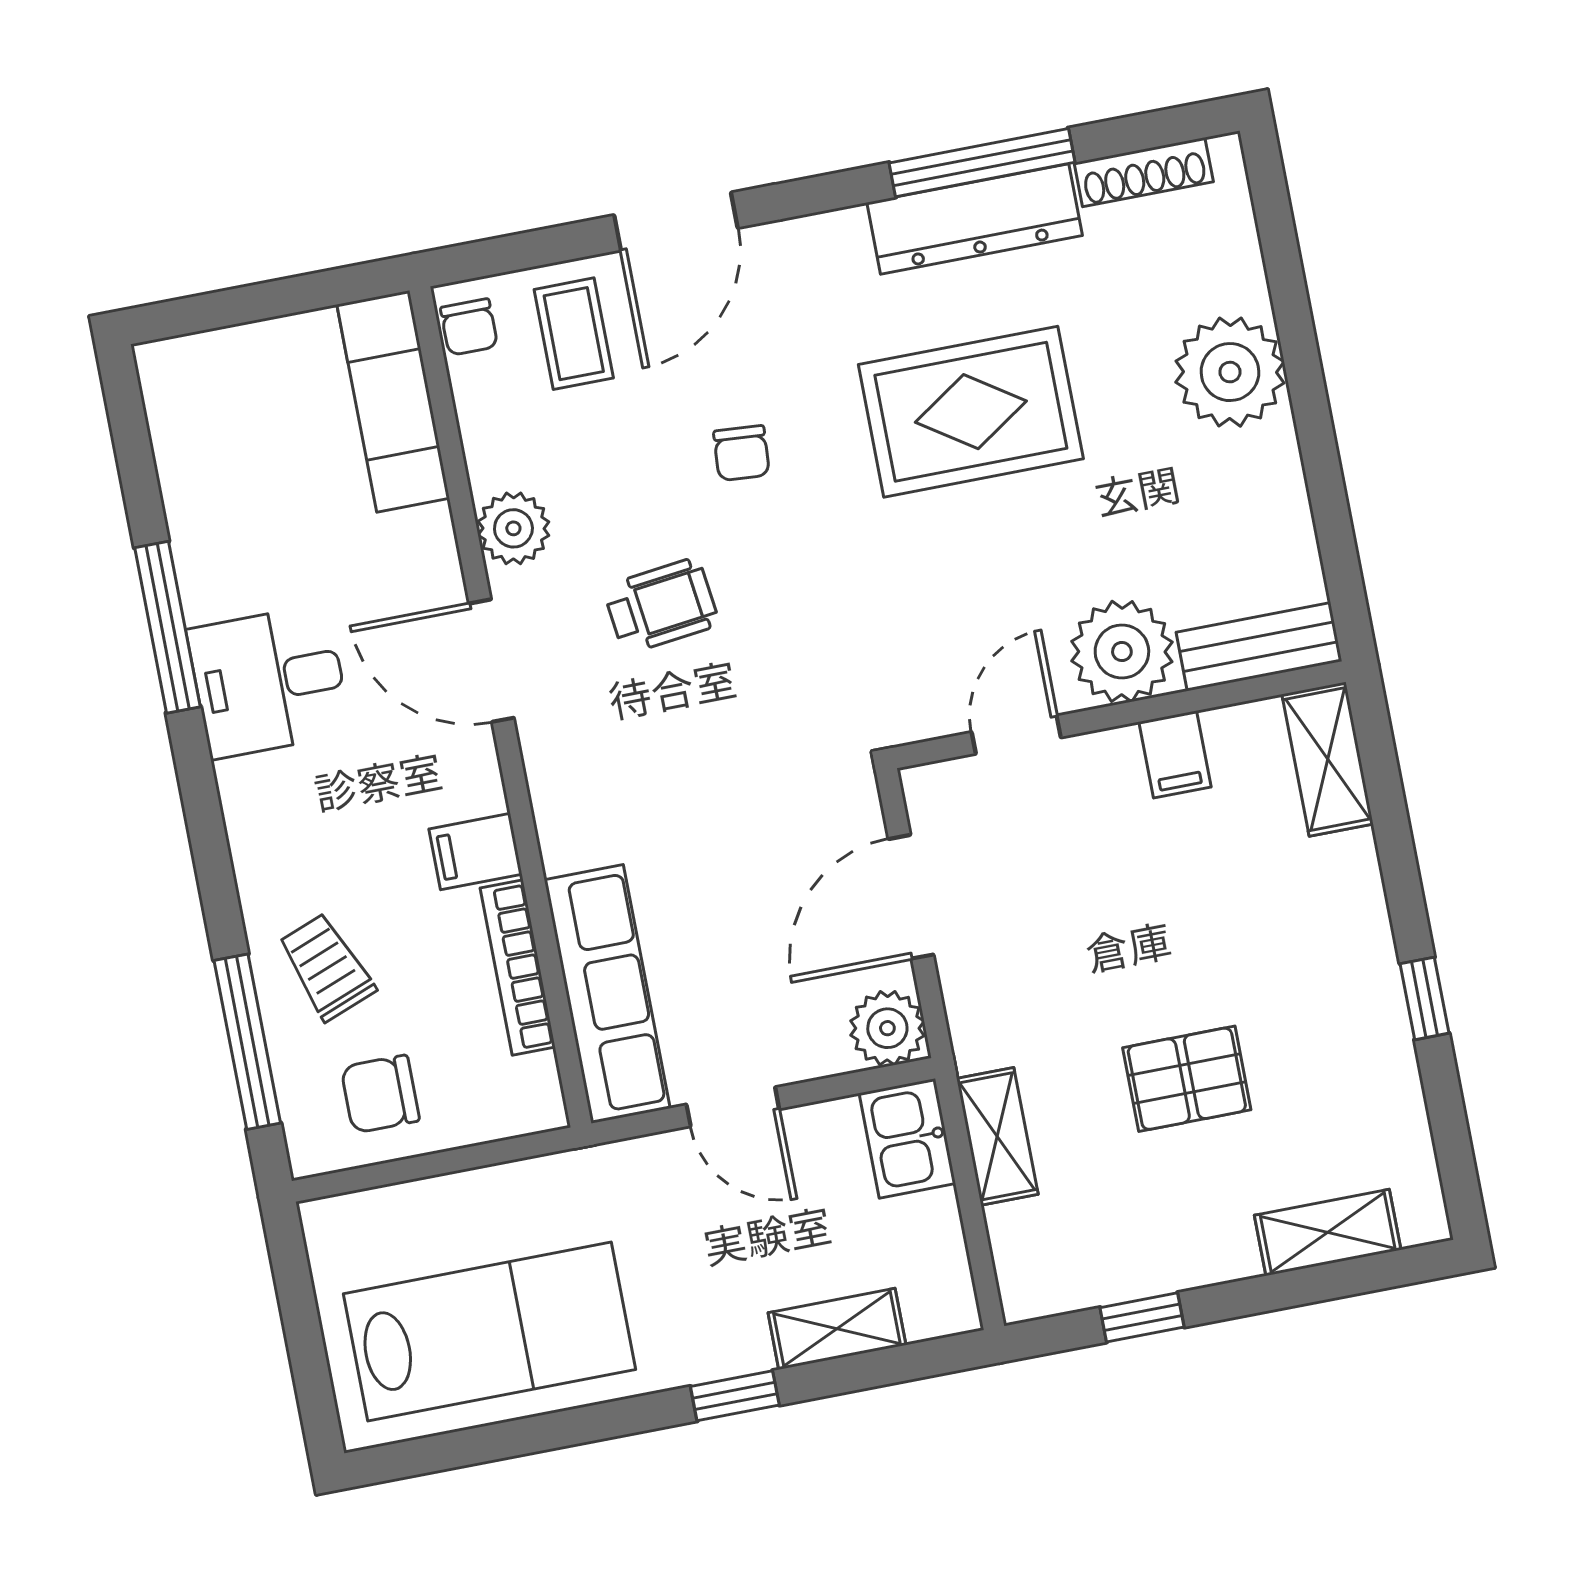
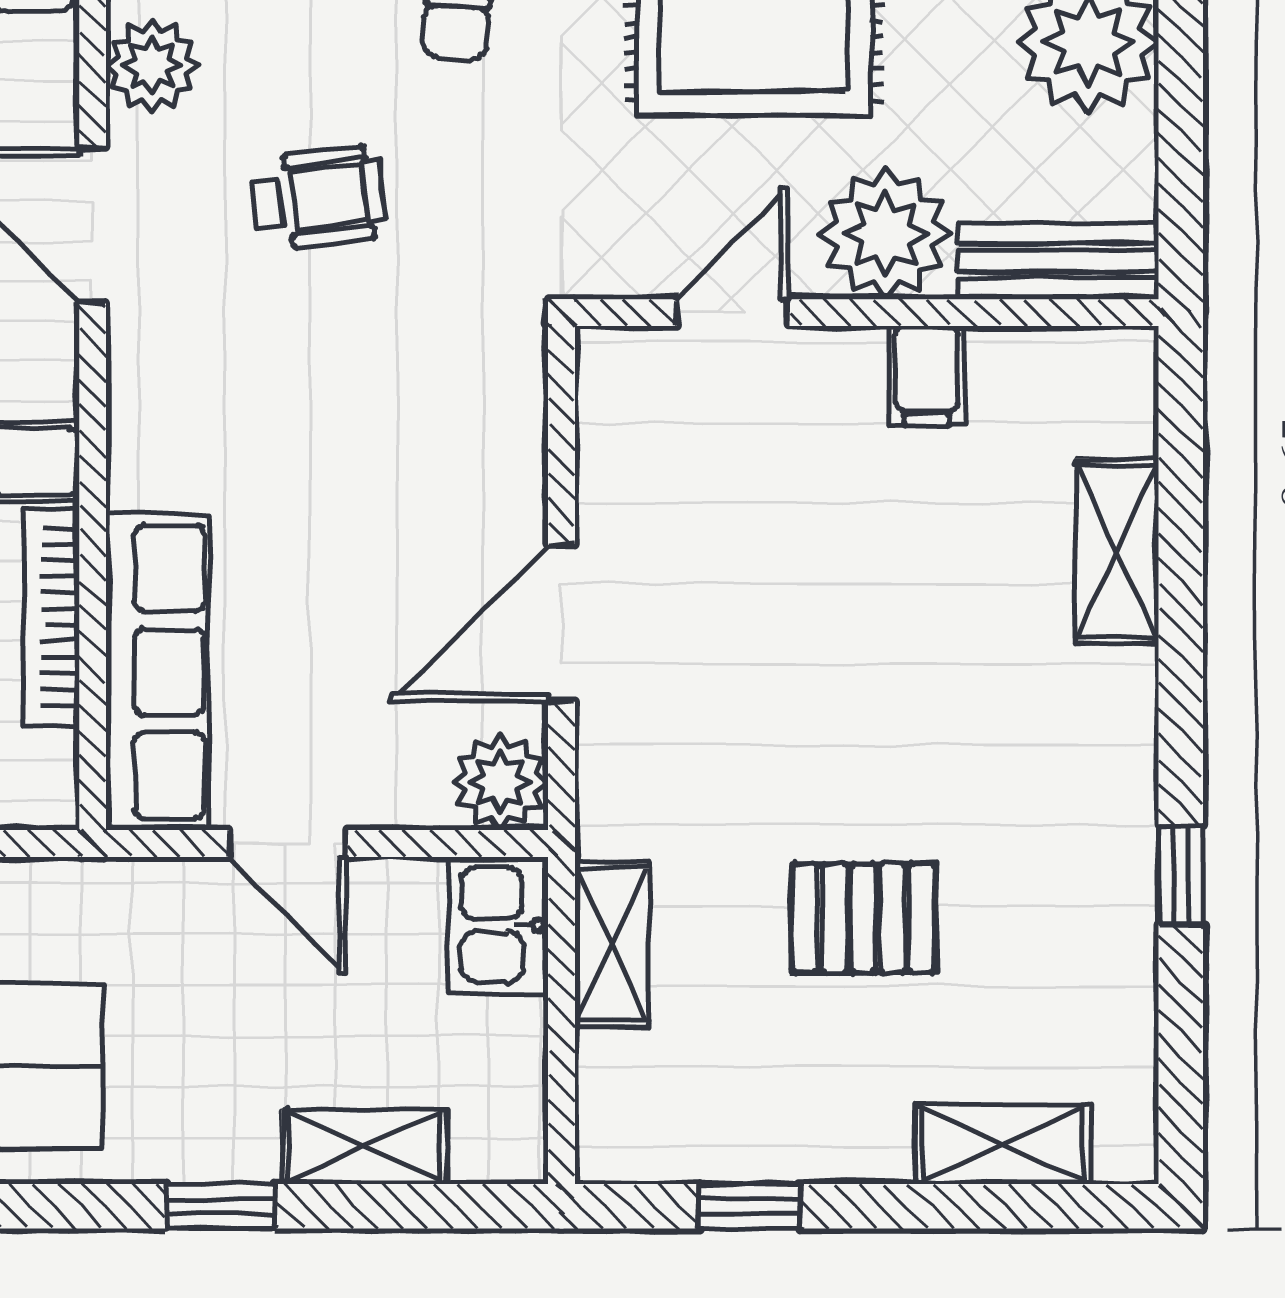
bench: (1259, 647) -> (1058, 261), moved
plant: (1122, 652) -> (885, 234), moved
wall: (1119, 715) -> (867, 313), moved
door: (1016, 735) -> (733, 313), moved
filing cabinet: (1175, 754) -> (927, 376), moved

